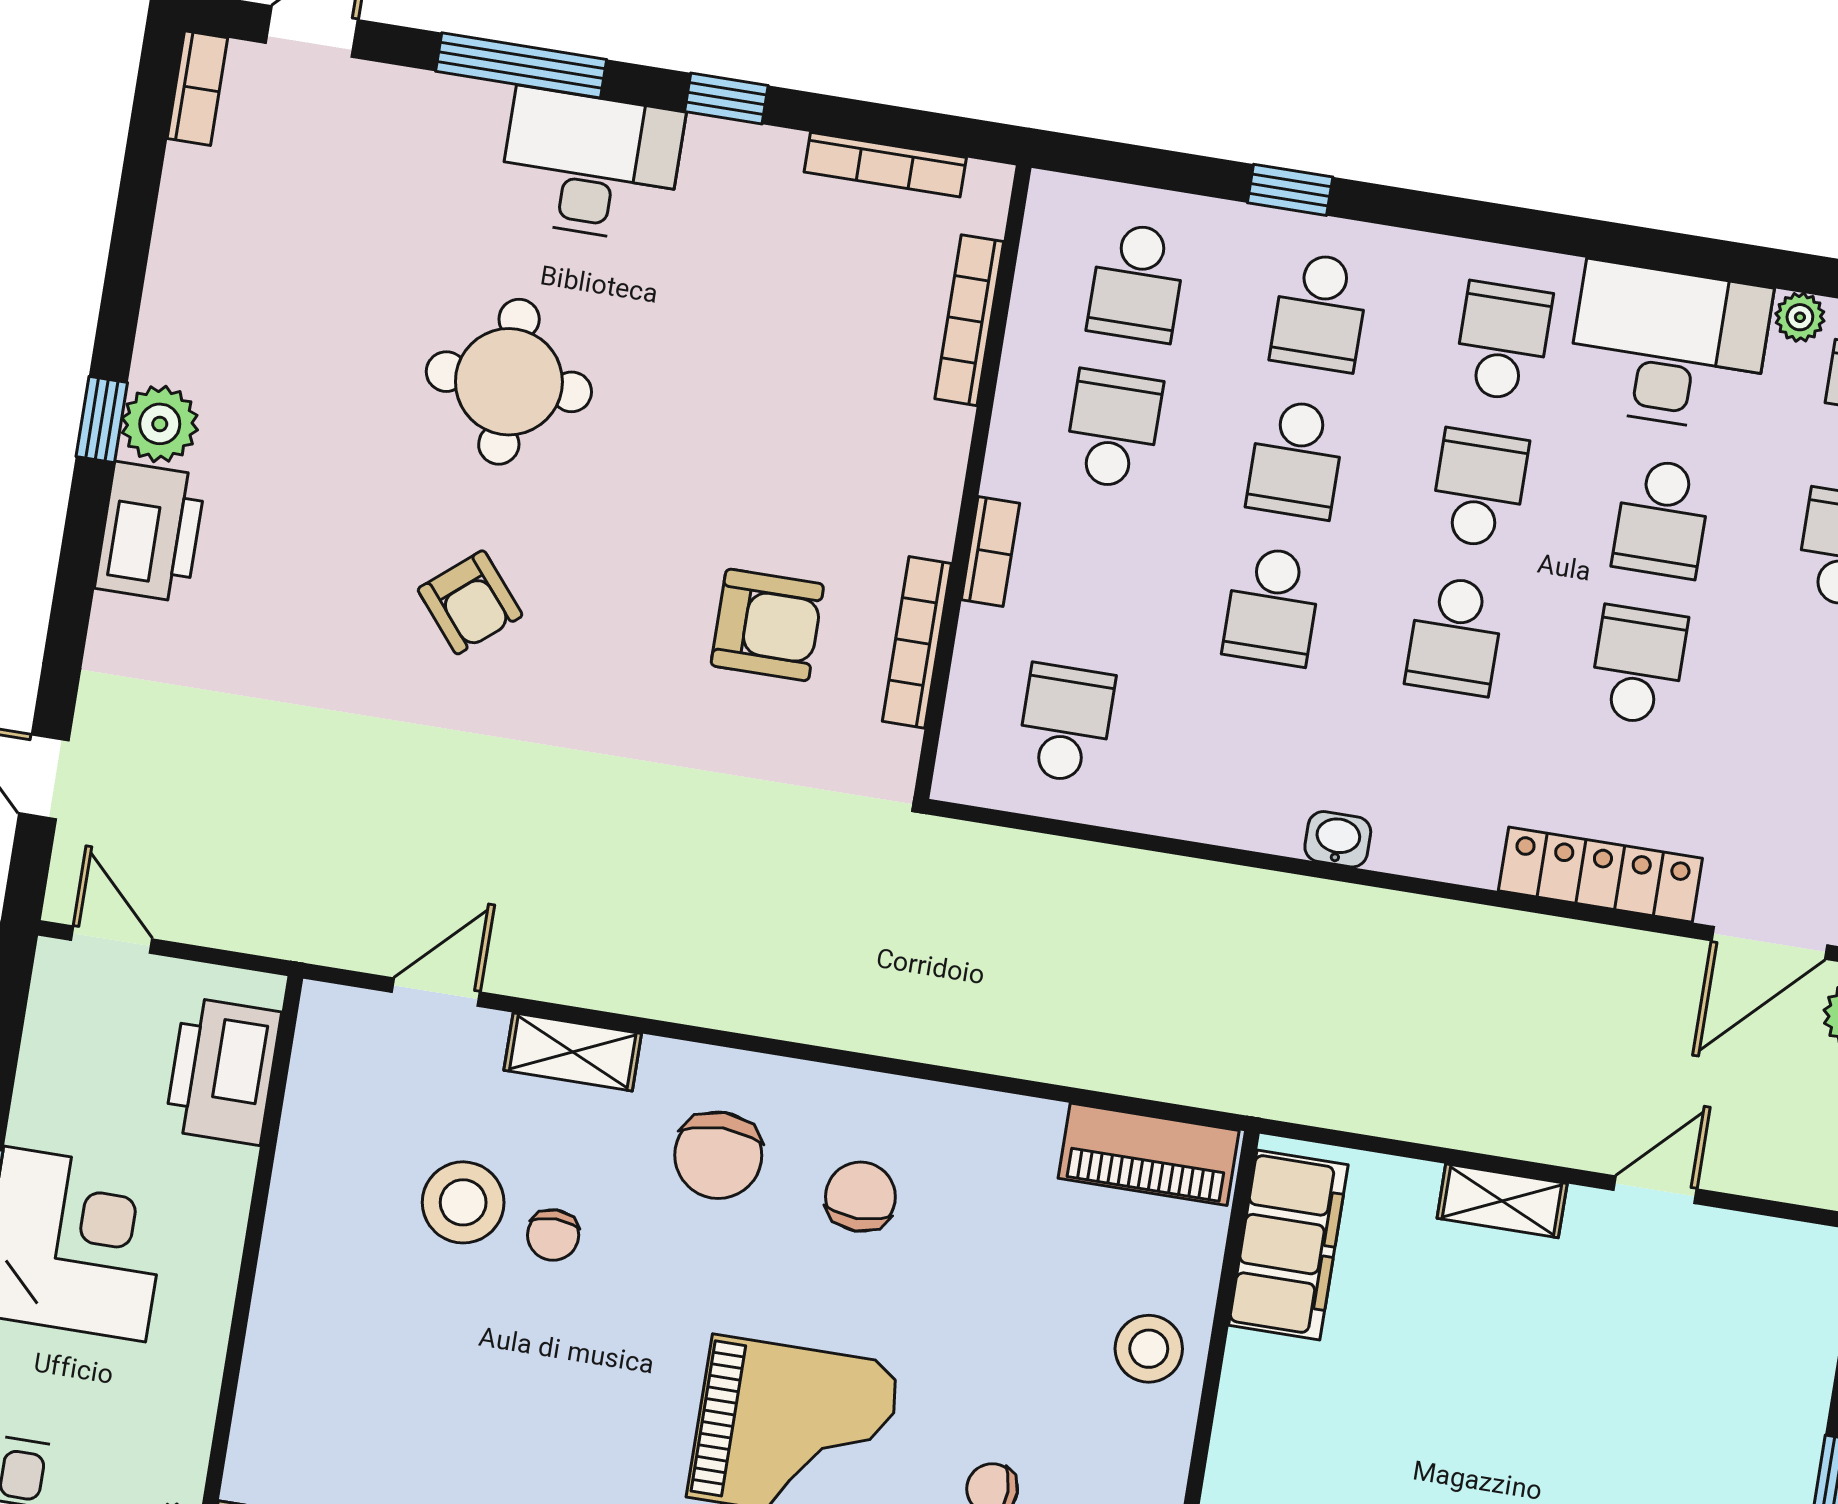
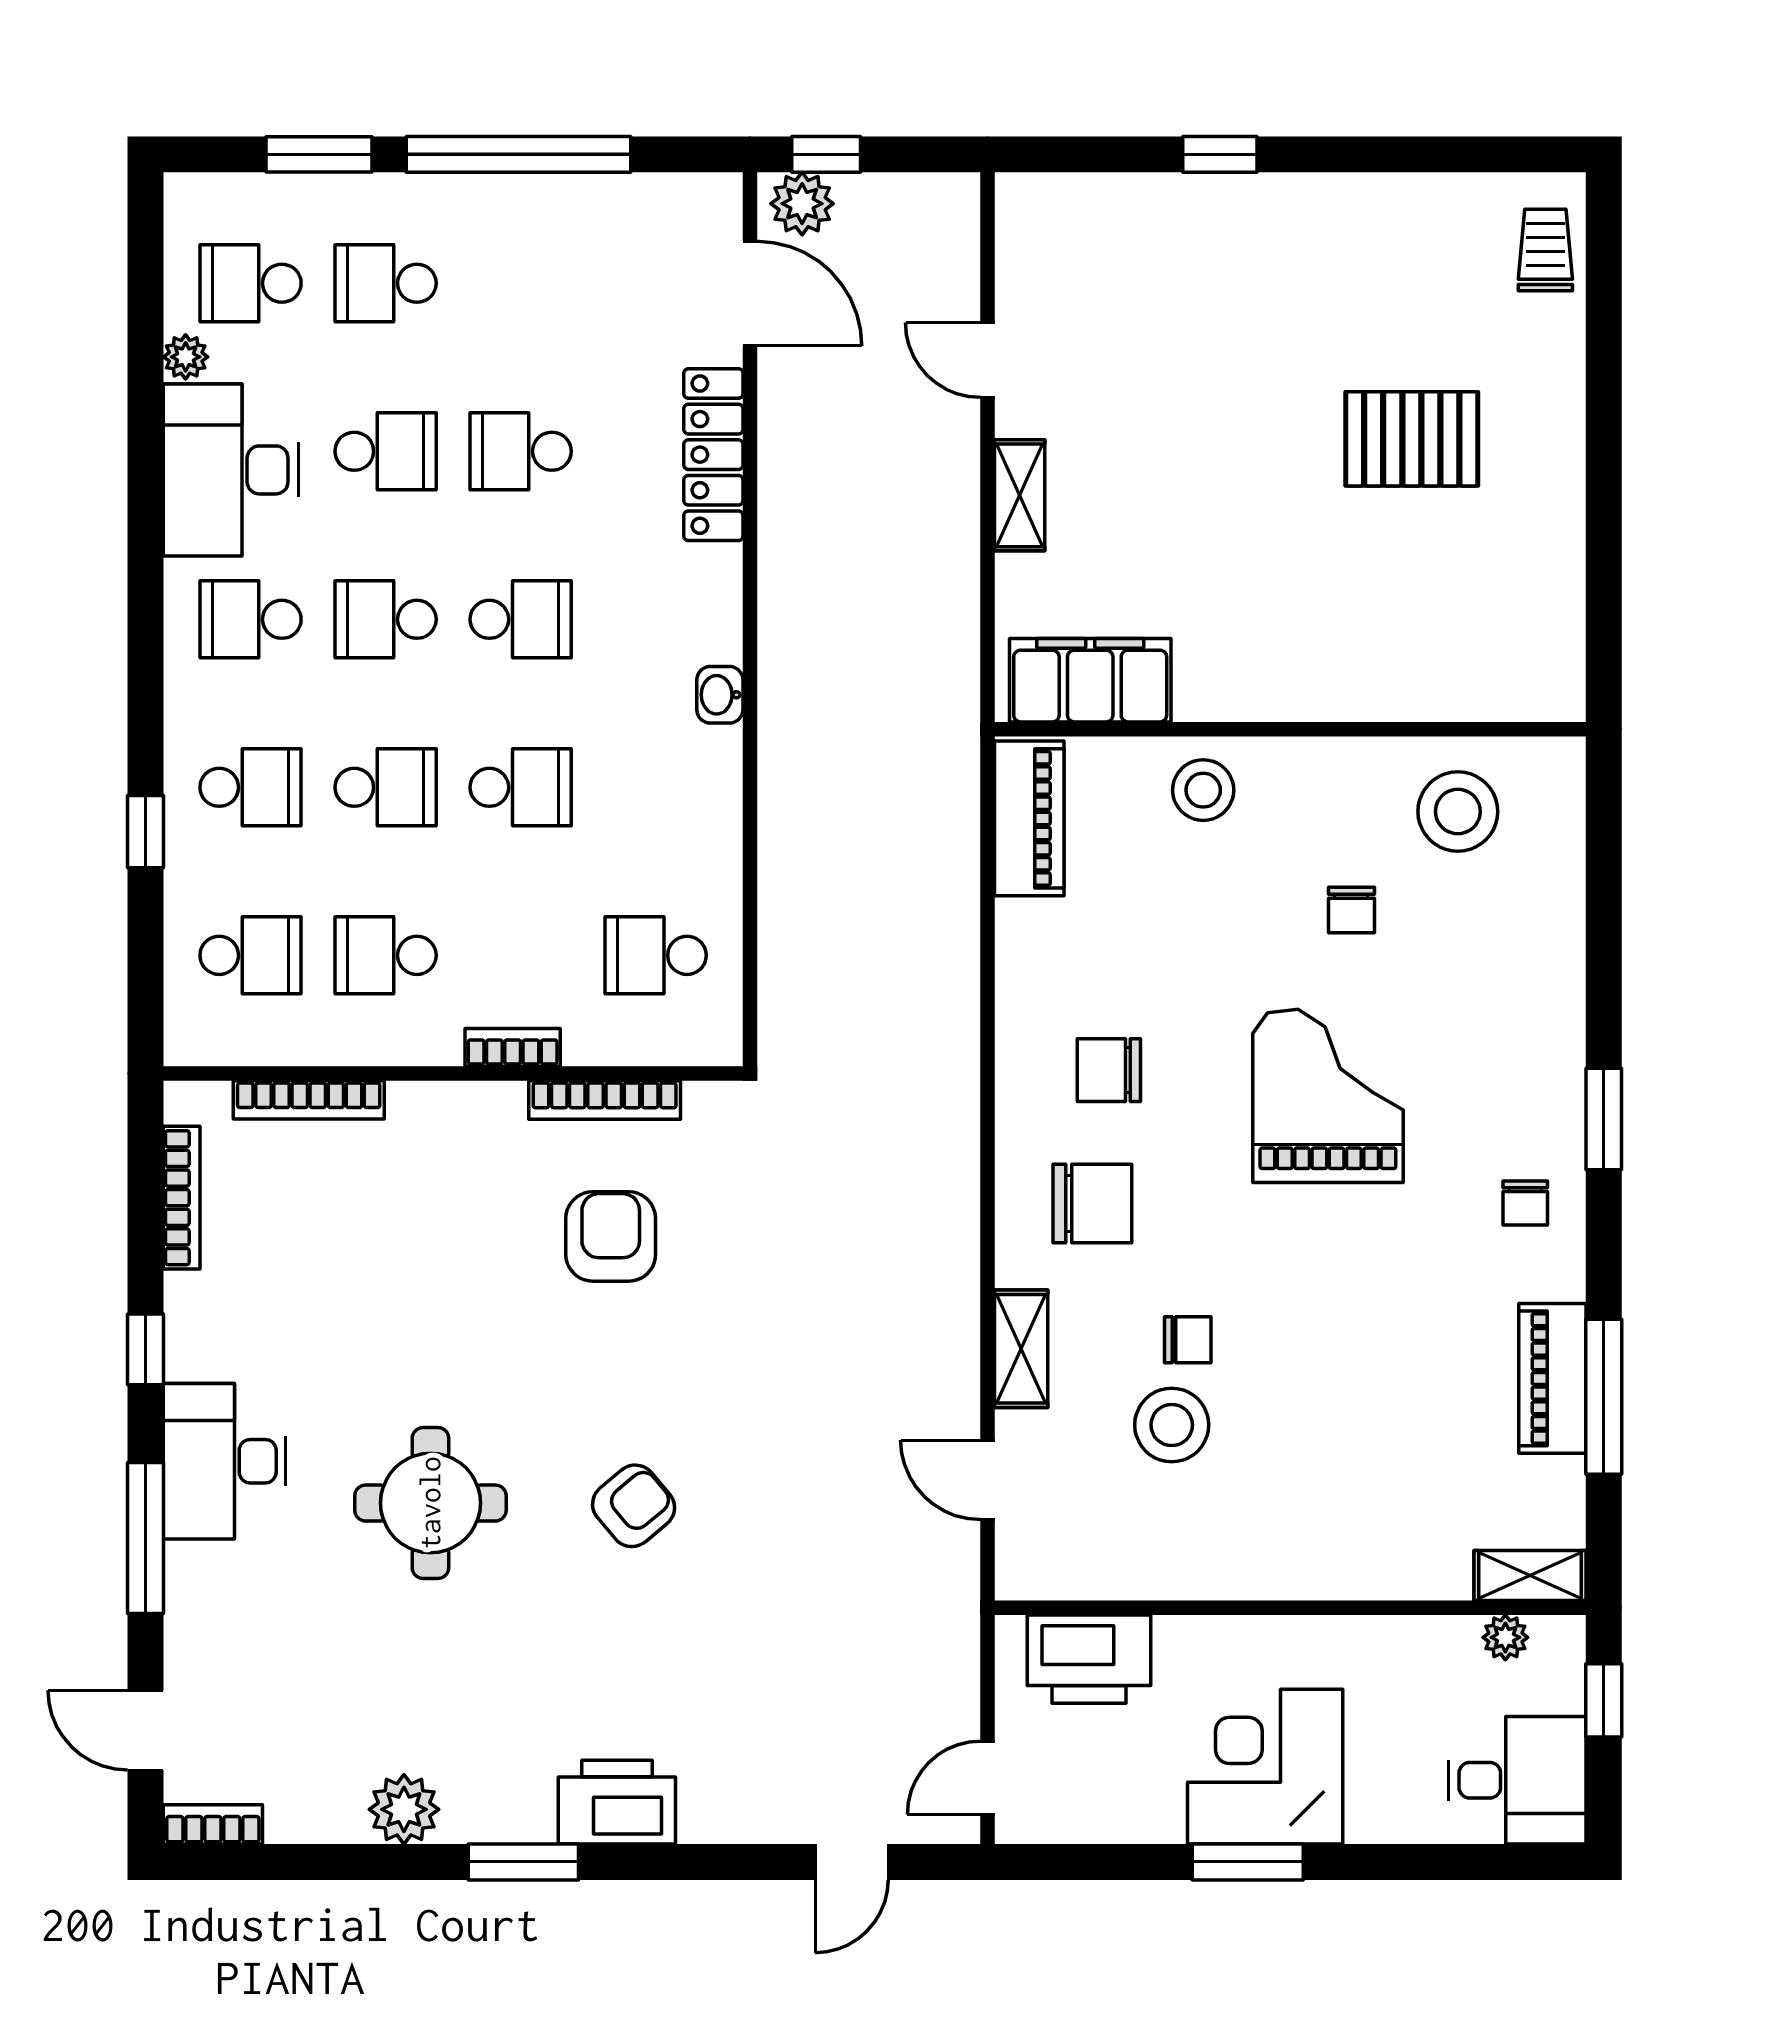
window: (102, 420) -> (523, 1862), width x1.50
plant: (160, 424) -> (404, 1809), moved

